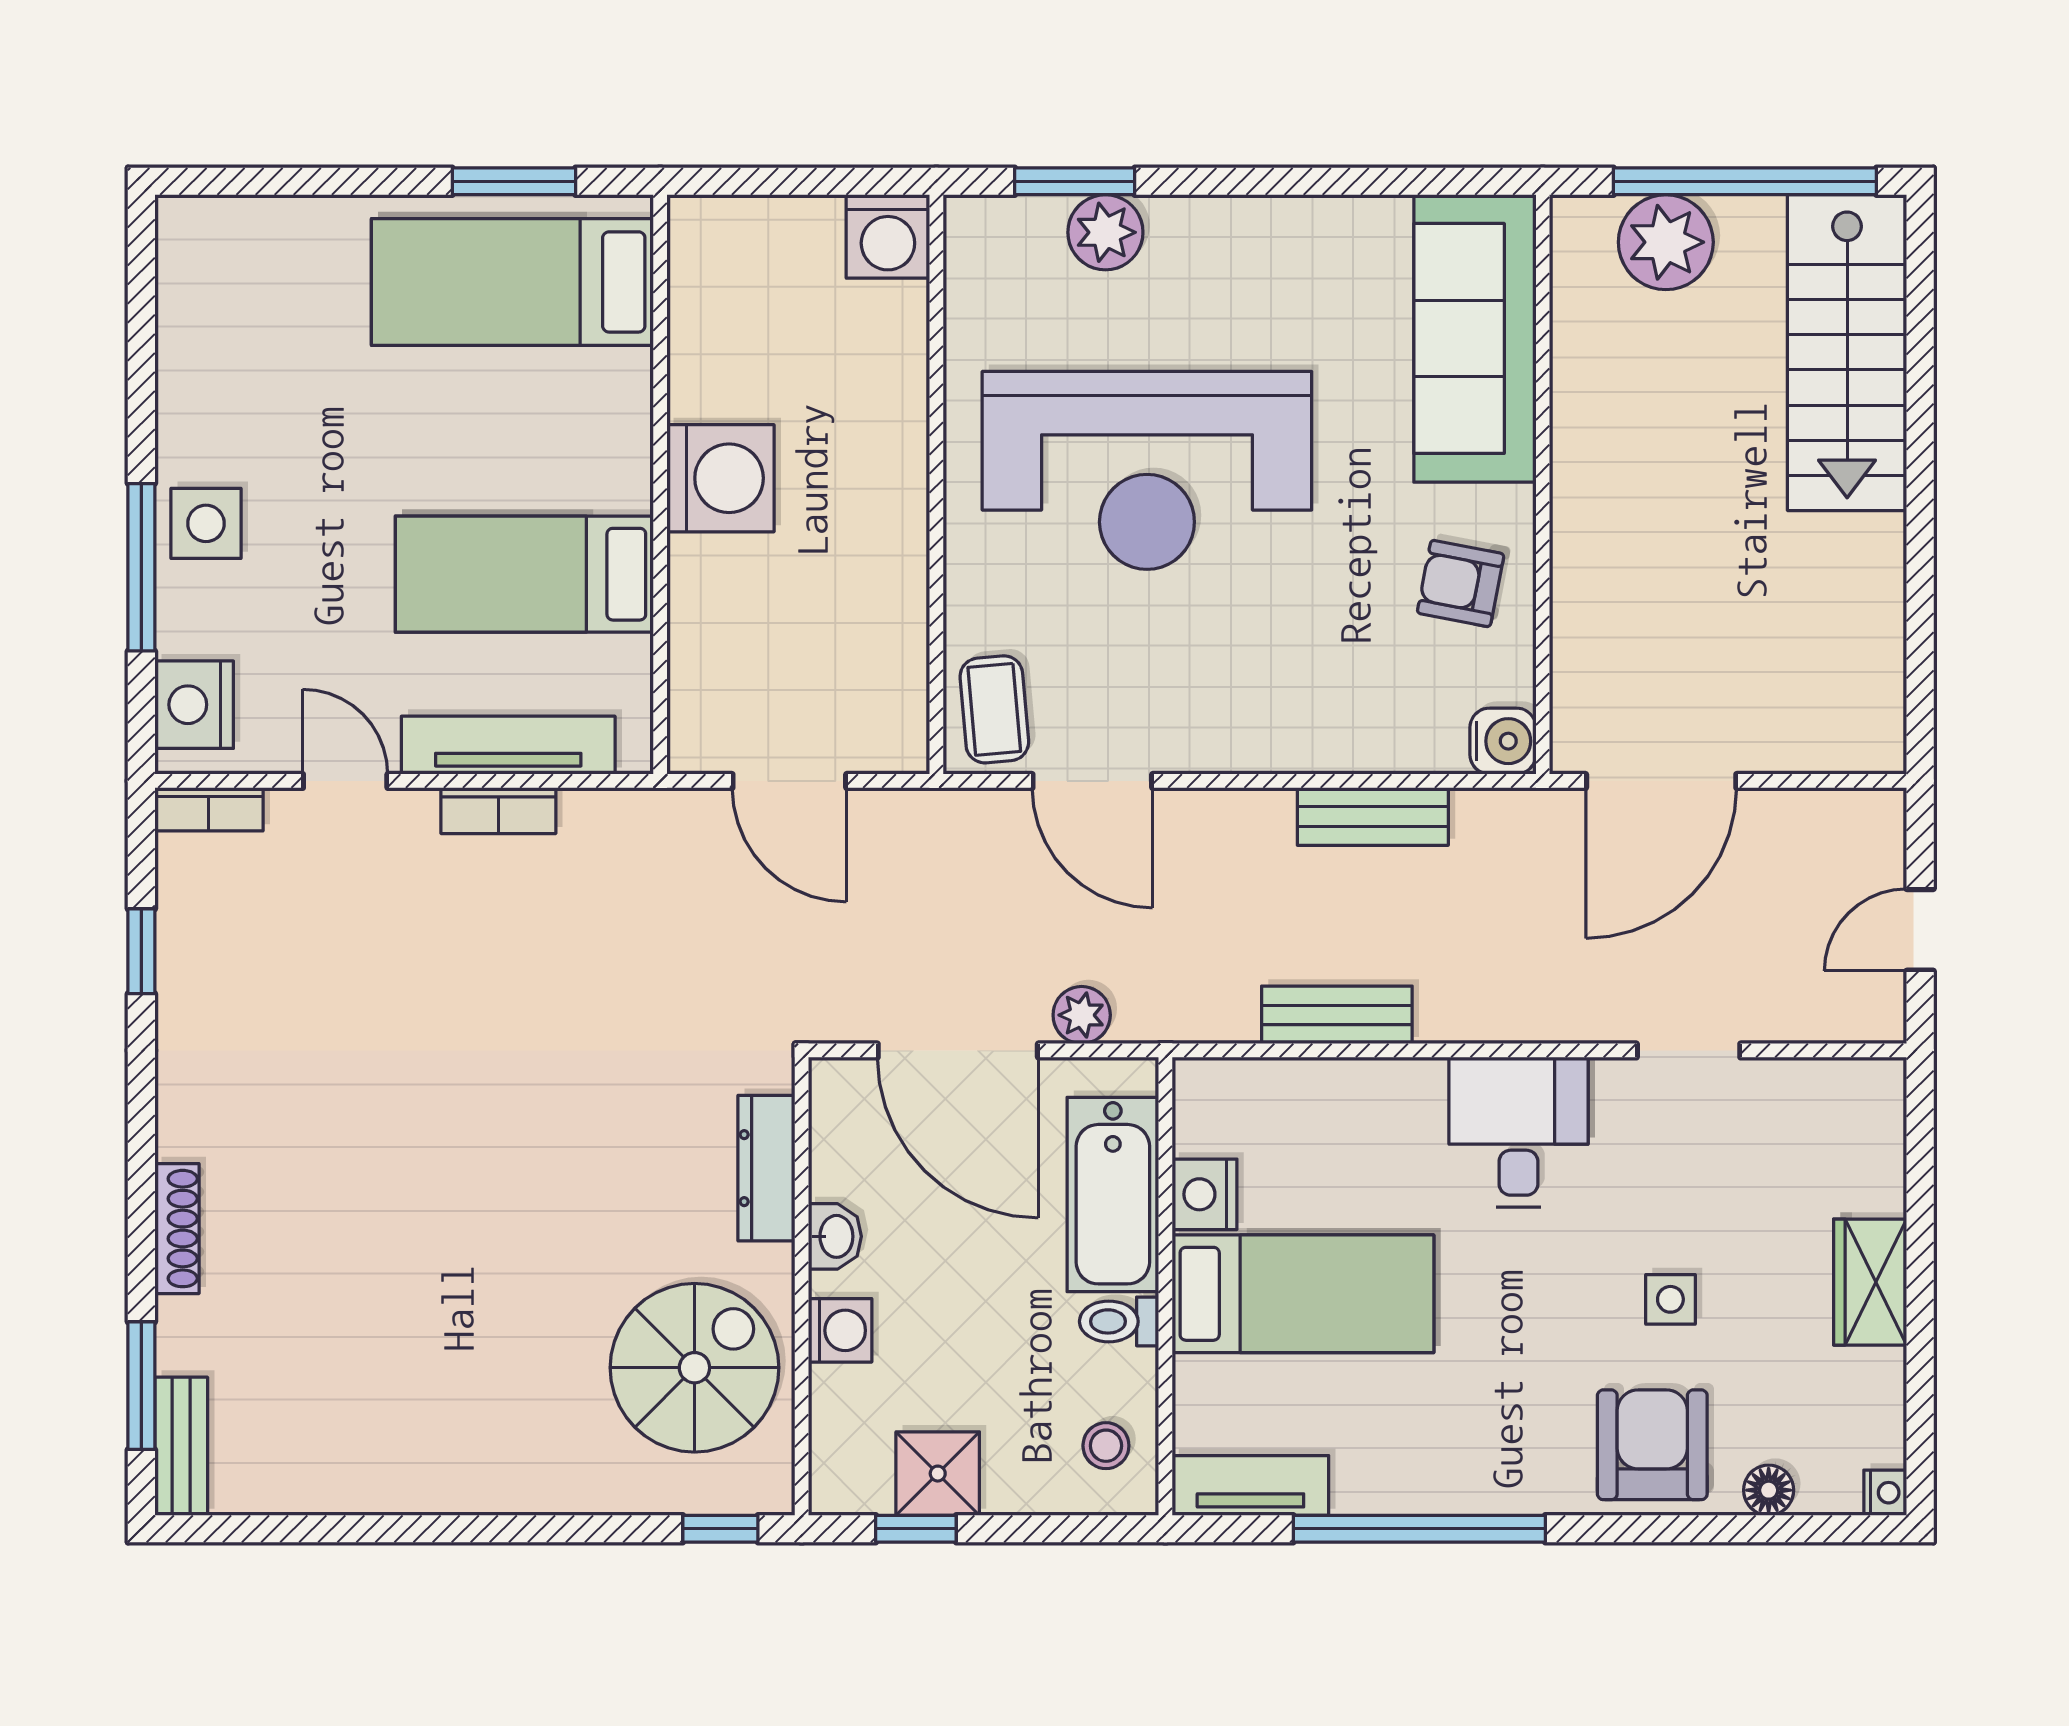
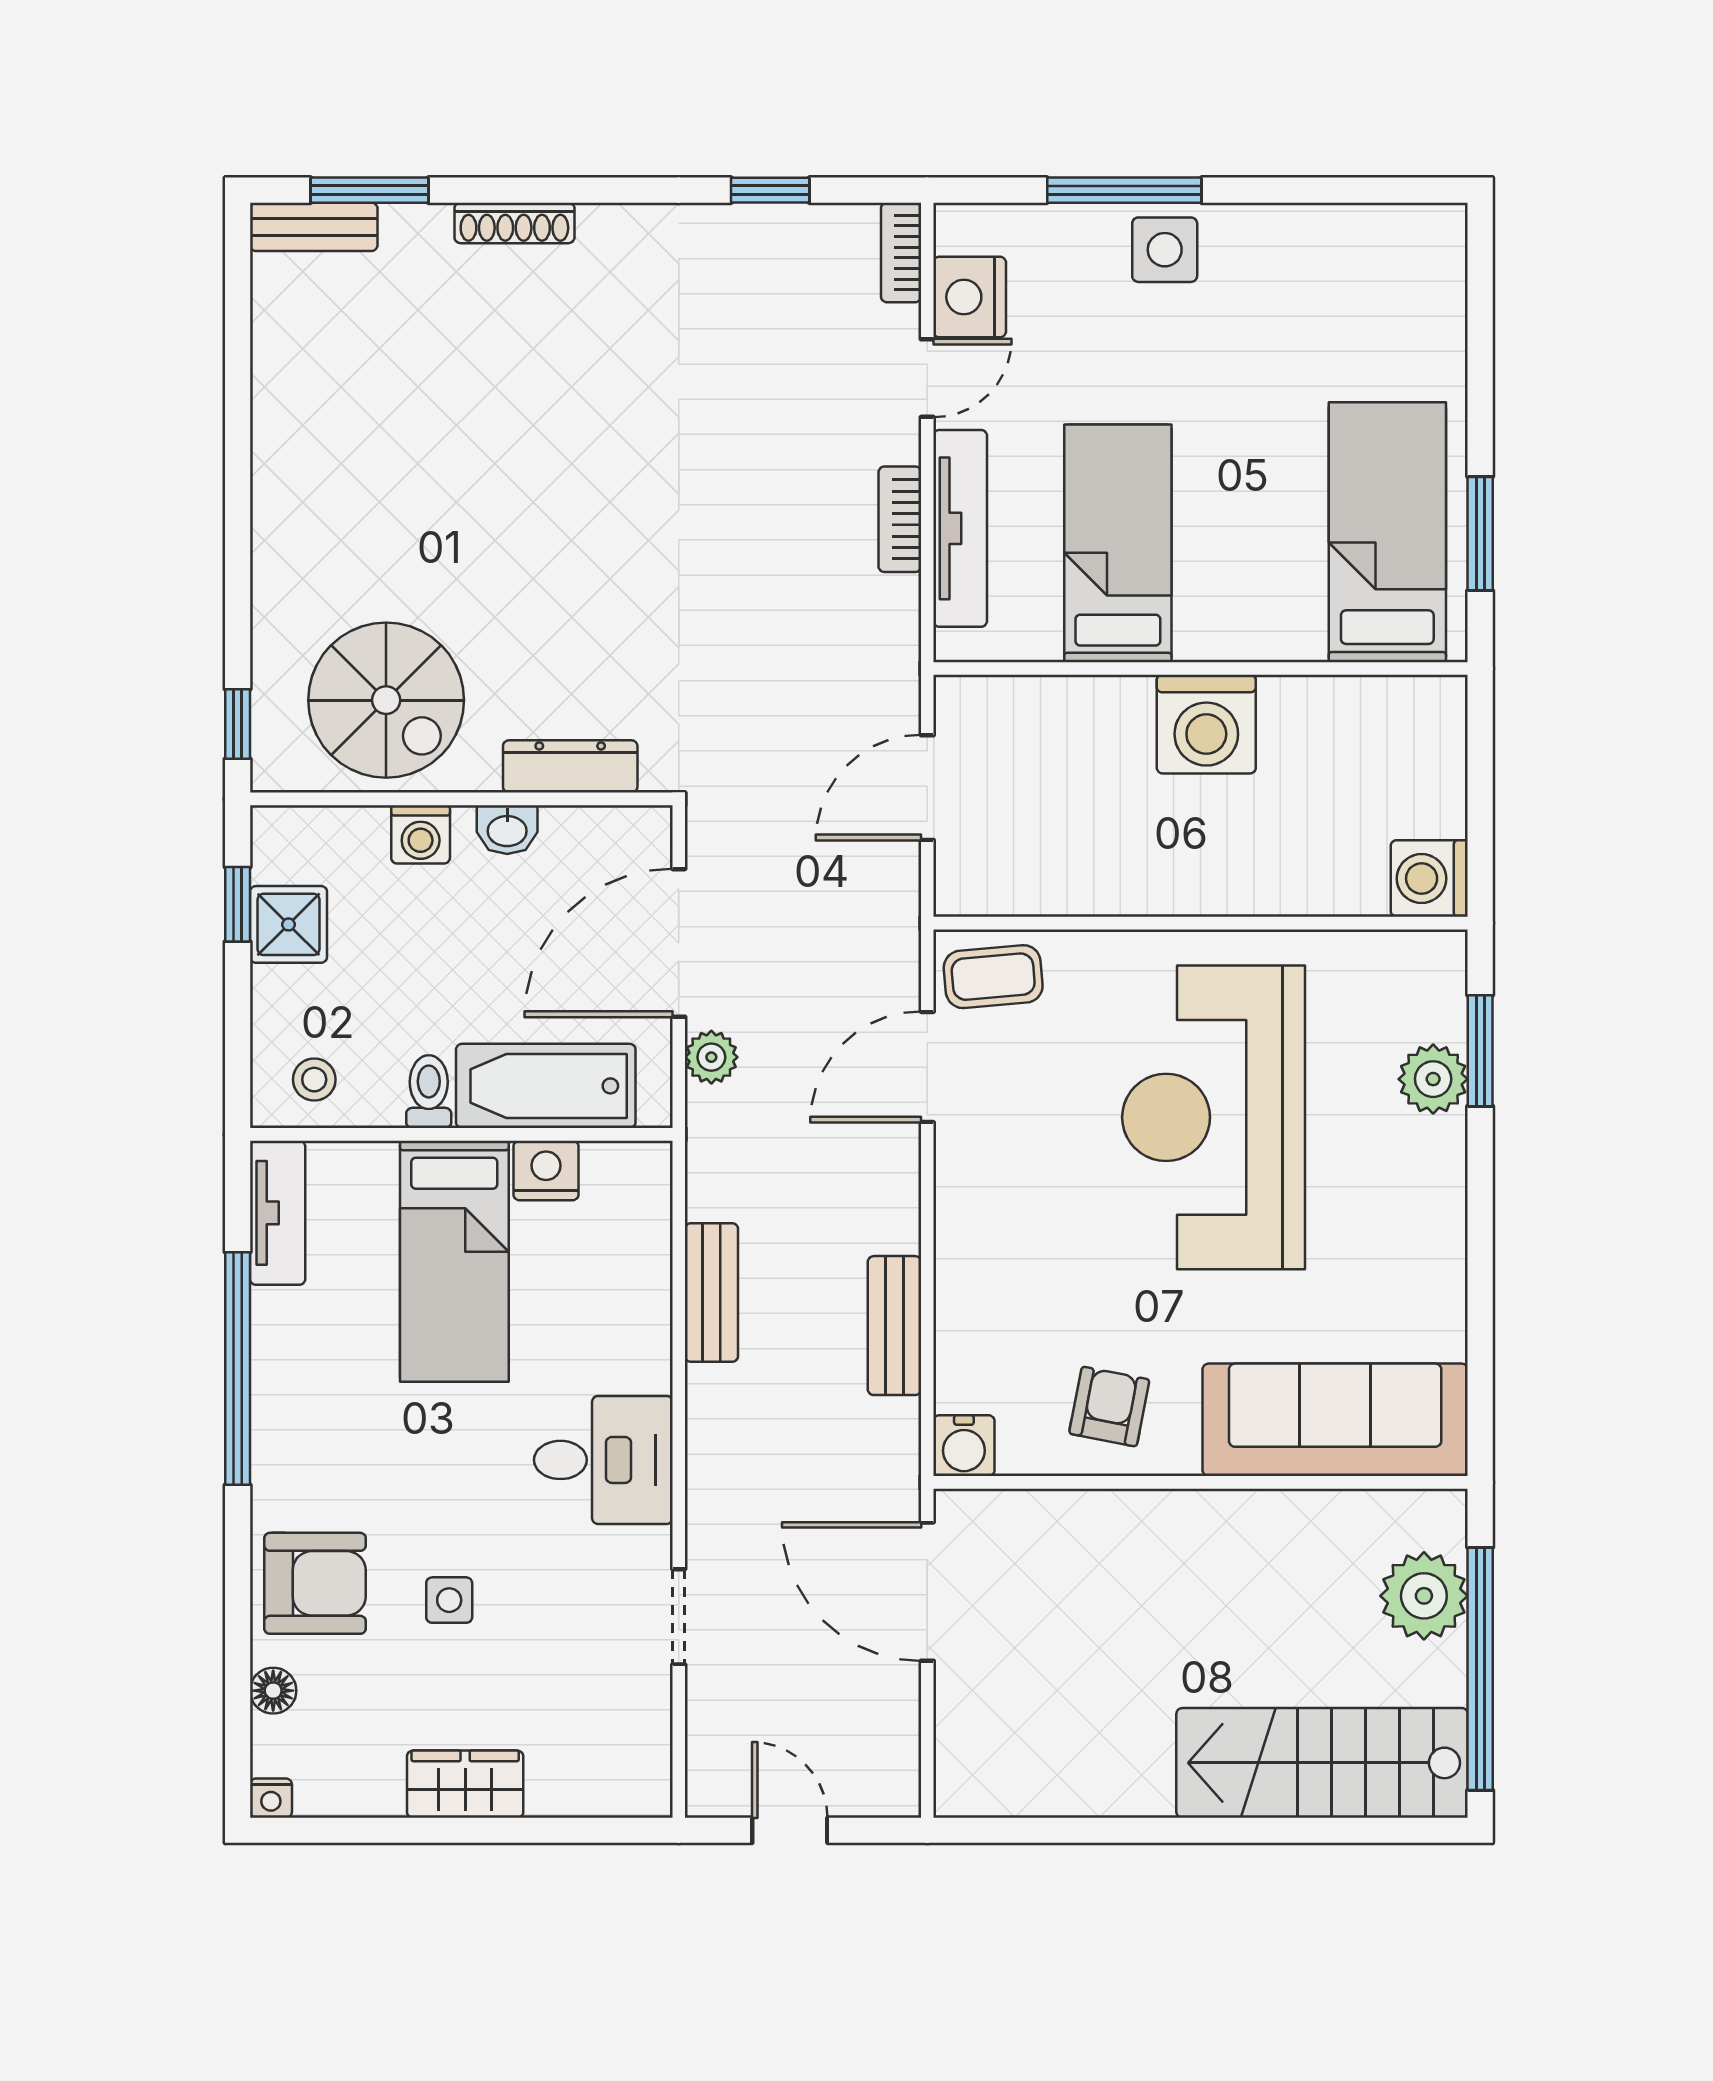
nightstand: (194, 705) -> (970, 297), moved, turned -90

